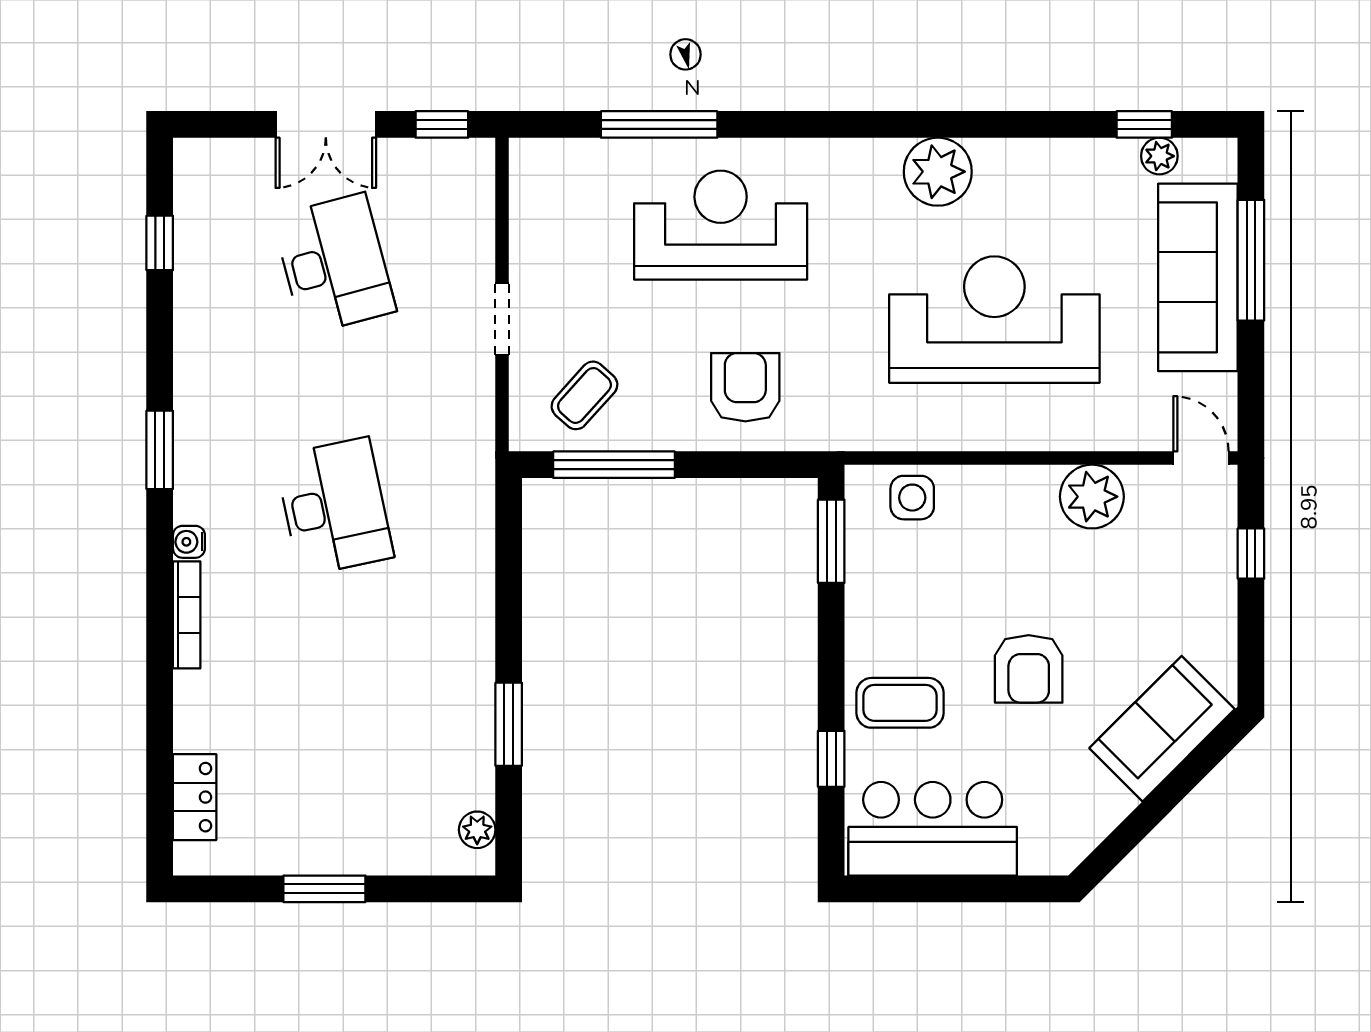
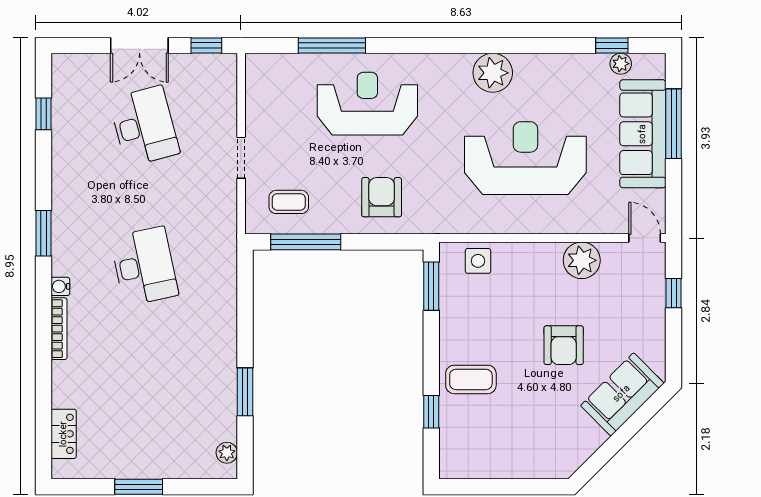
coffee table: (584, 395) -> (289, 202), turned 48
armchair: (1029, 669) -> (564, 345), moved
bar counter: (933, 829) -> (490, 452), removed

